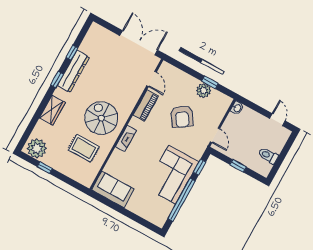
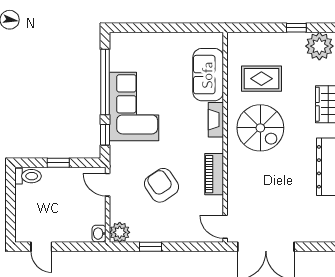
door: (151, 79) -> (225, 227), moved
plant: (204, 91) -> (120, 232), moved
toilet: (268, 156) -> (28, 176), moved
sofa: (113, 190) -> (208, 75), moved, turned 90

